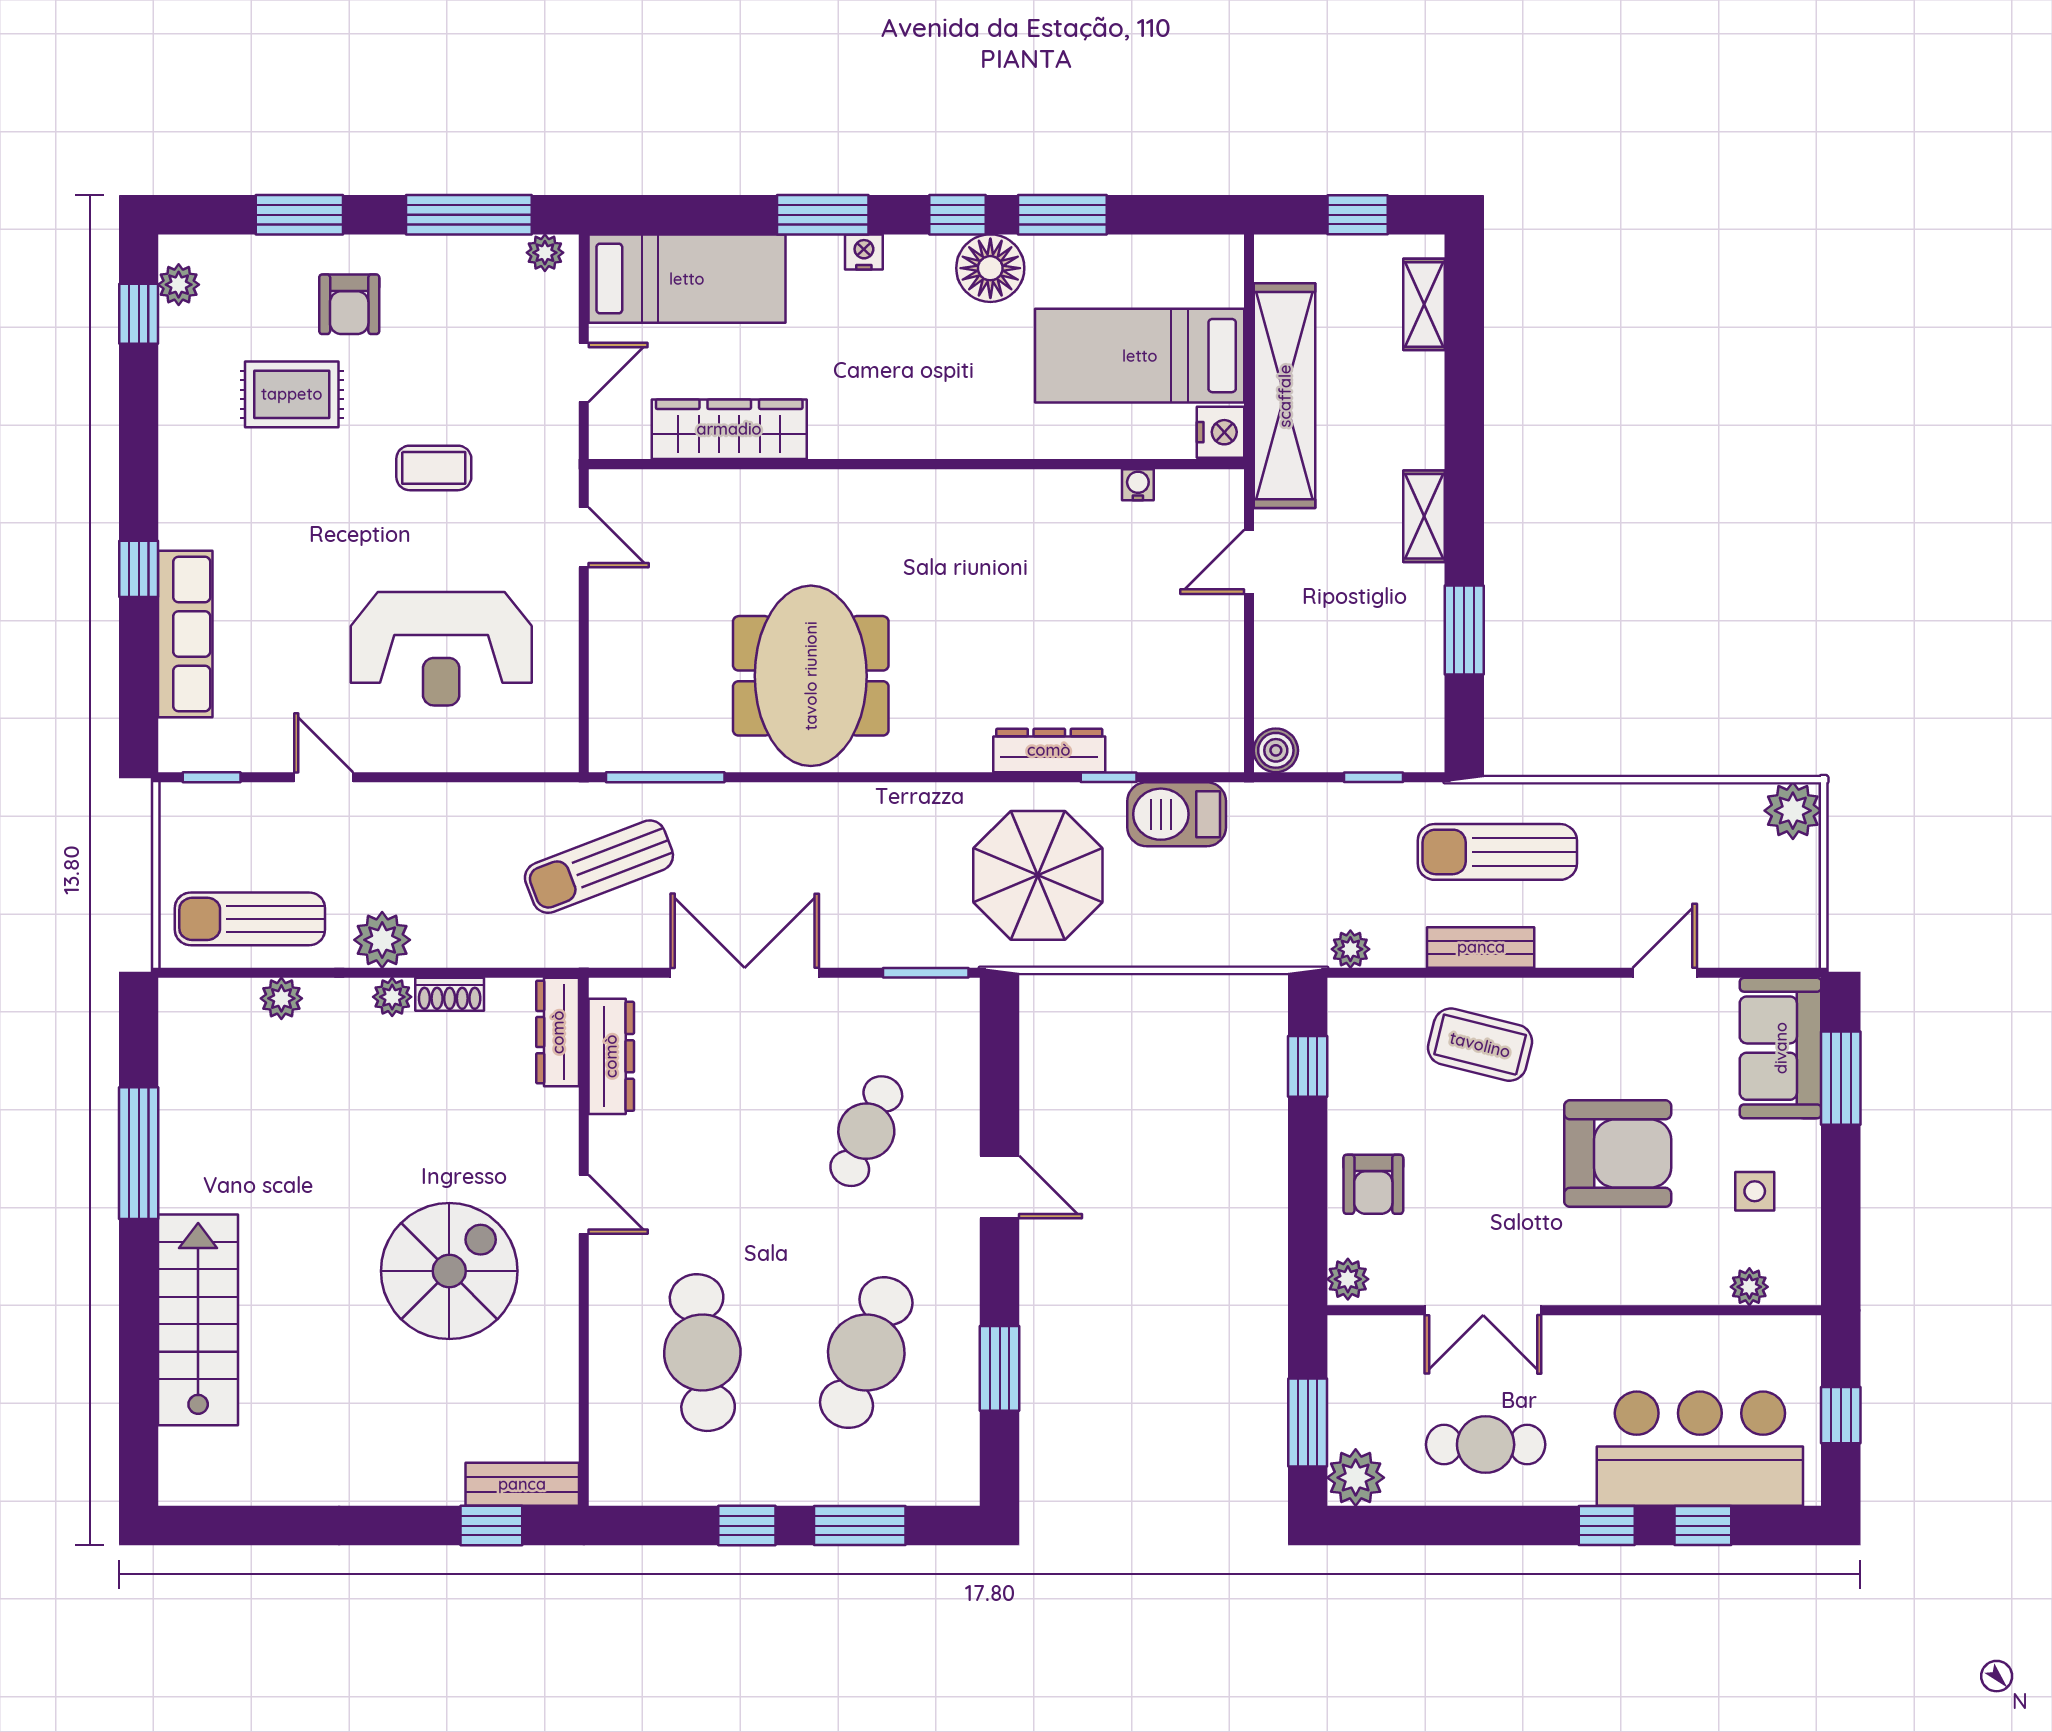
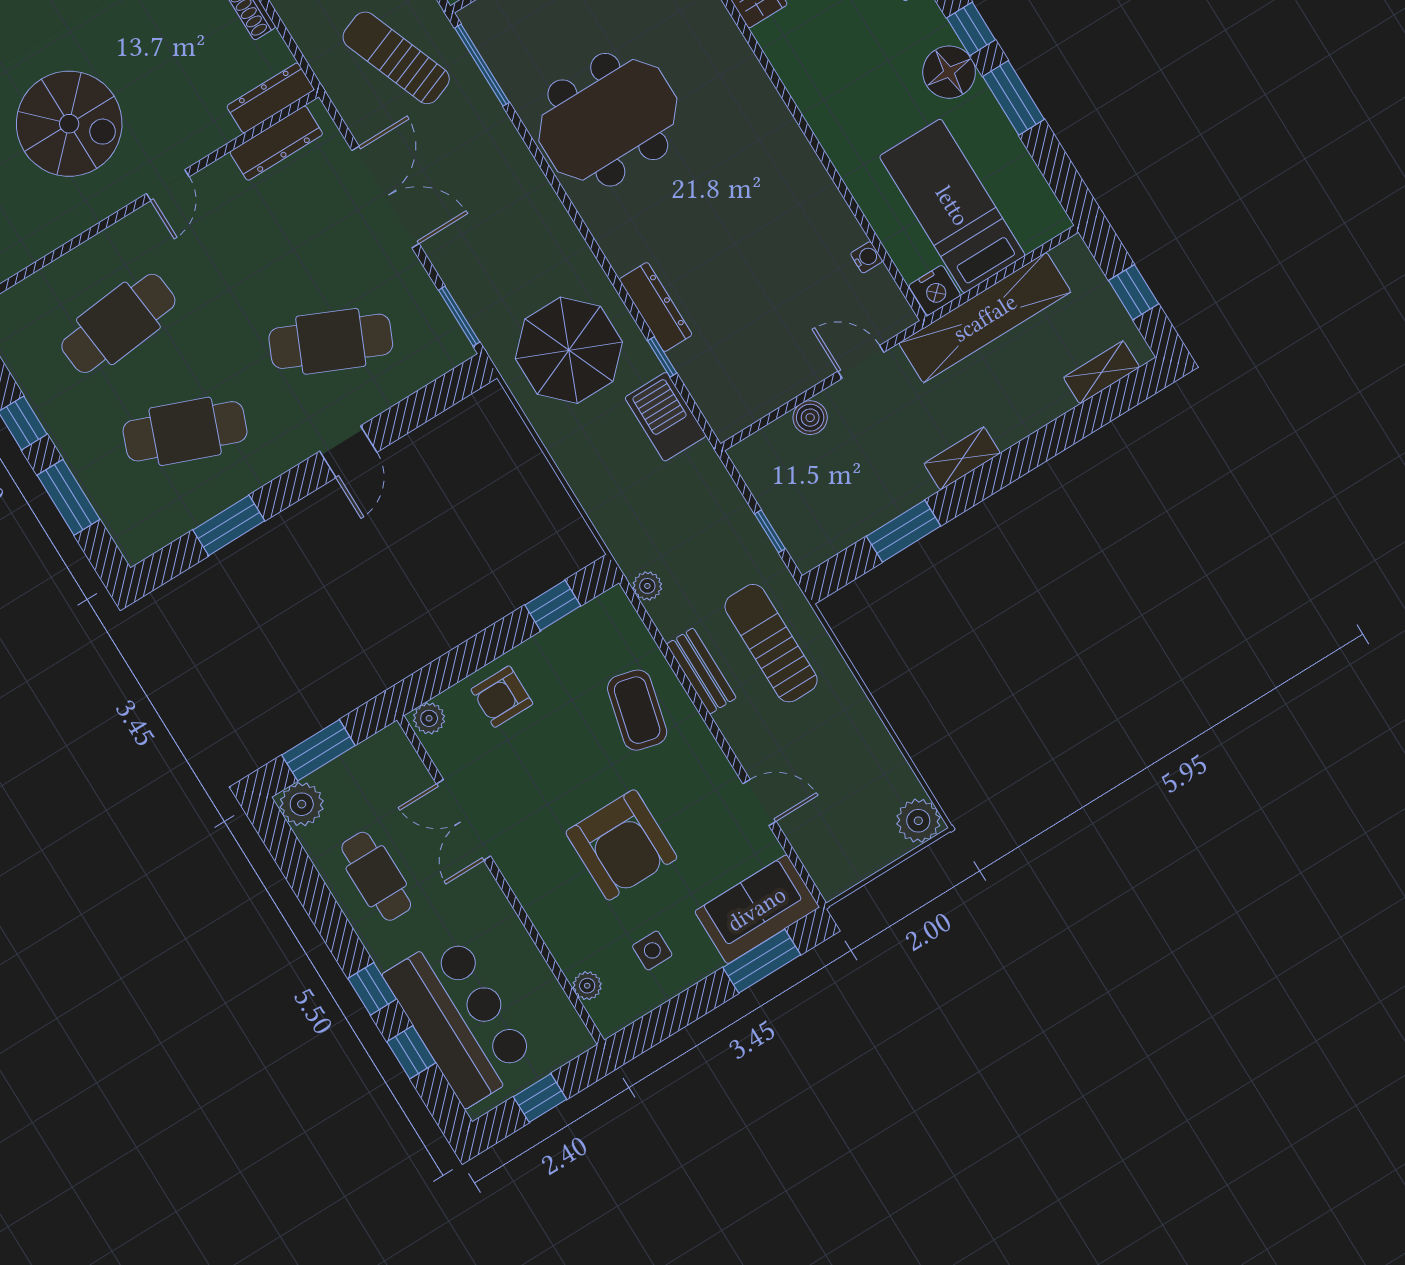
boiler: (1276, 750) -> (810, 418), moved
cafe table: (866, 1131) -> (331, 341), width x1.37, depth x1.35

